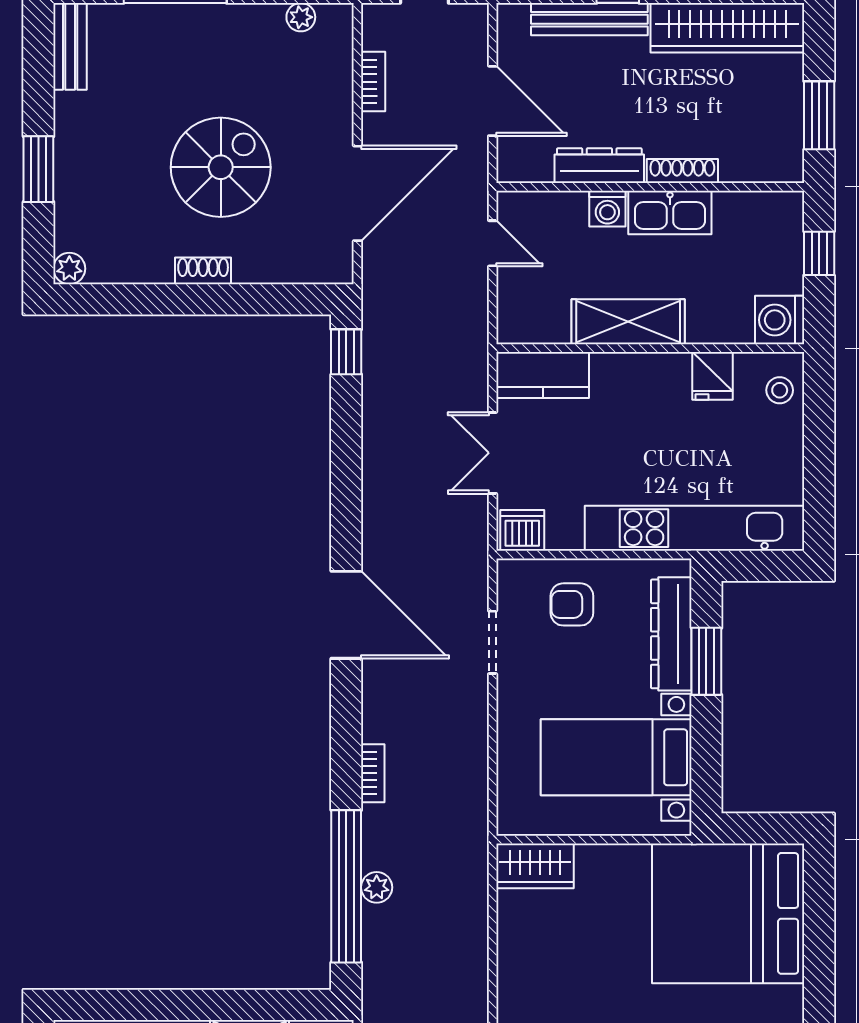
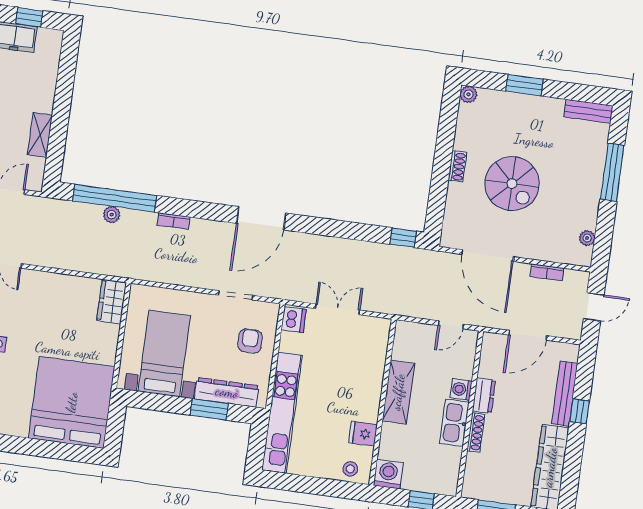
dresser: (599, 166) -> (484, 395), width x0.70
kitchen counter: (543, 375) -> (376, 342), removed

